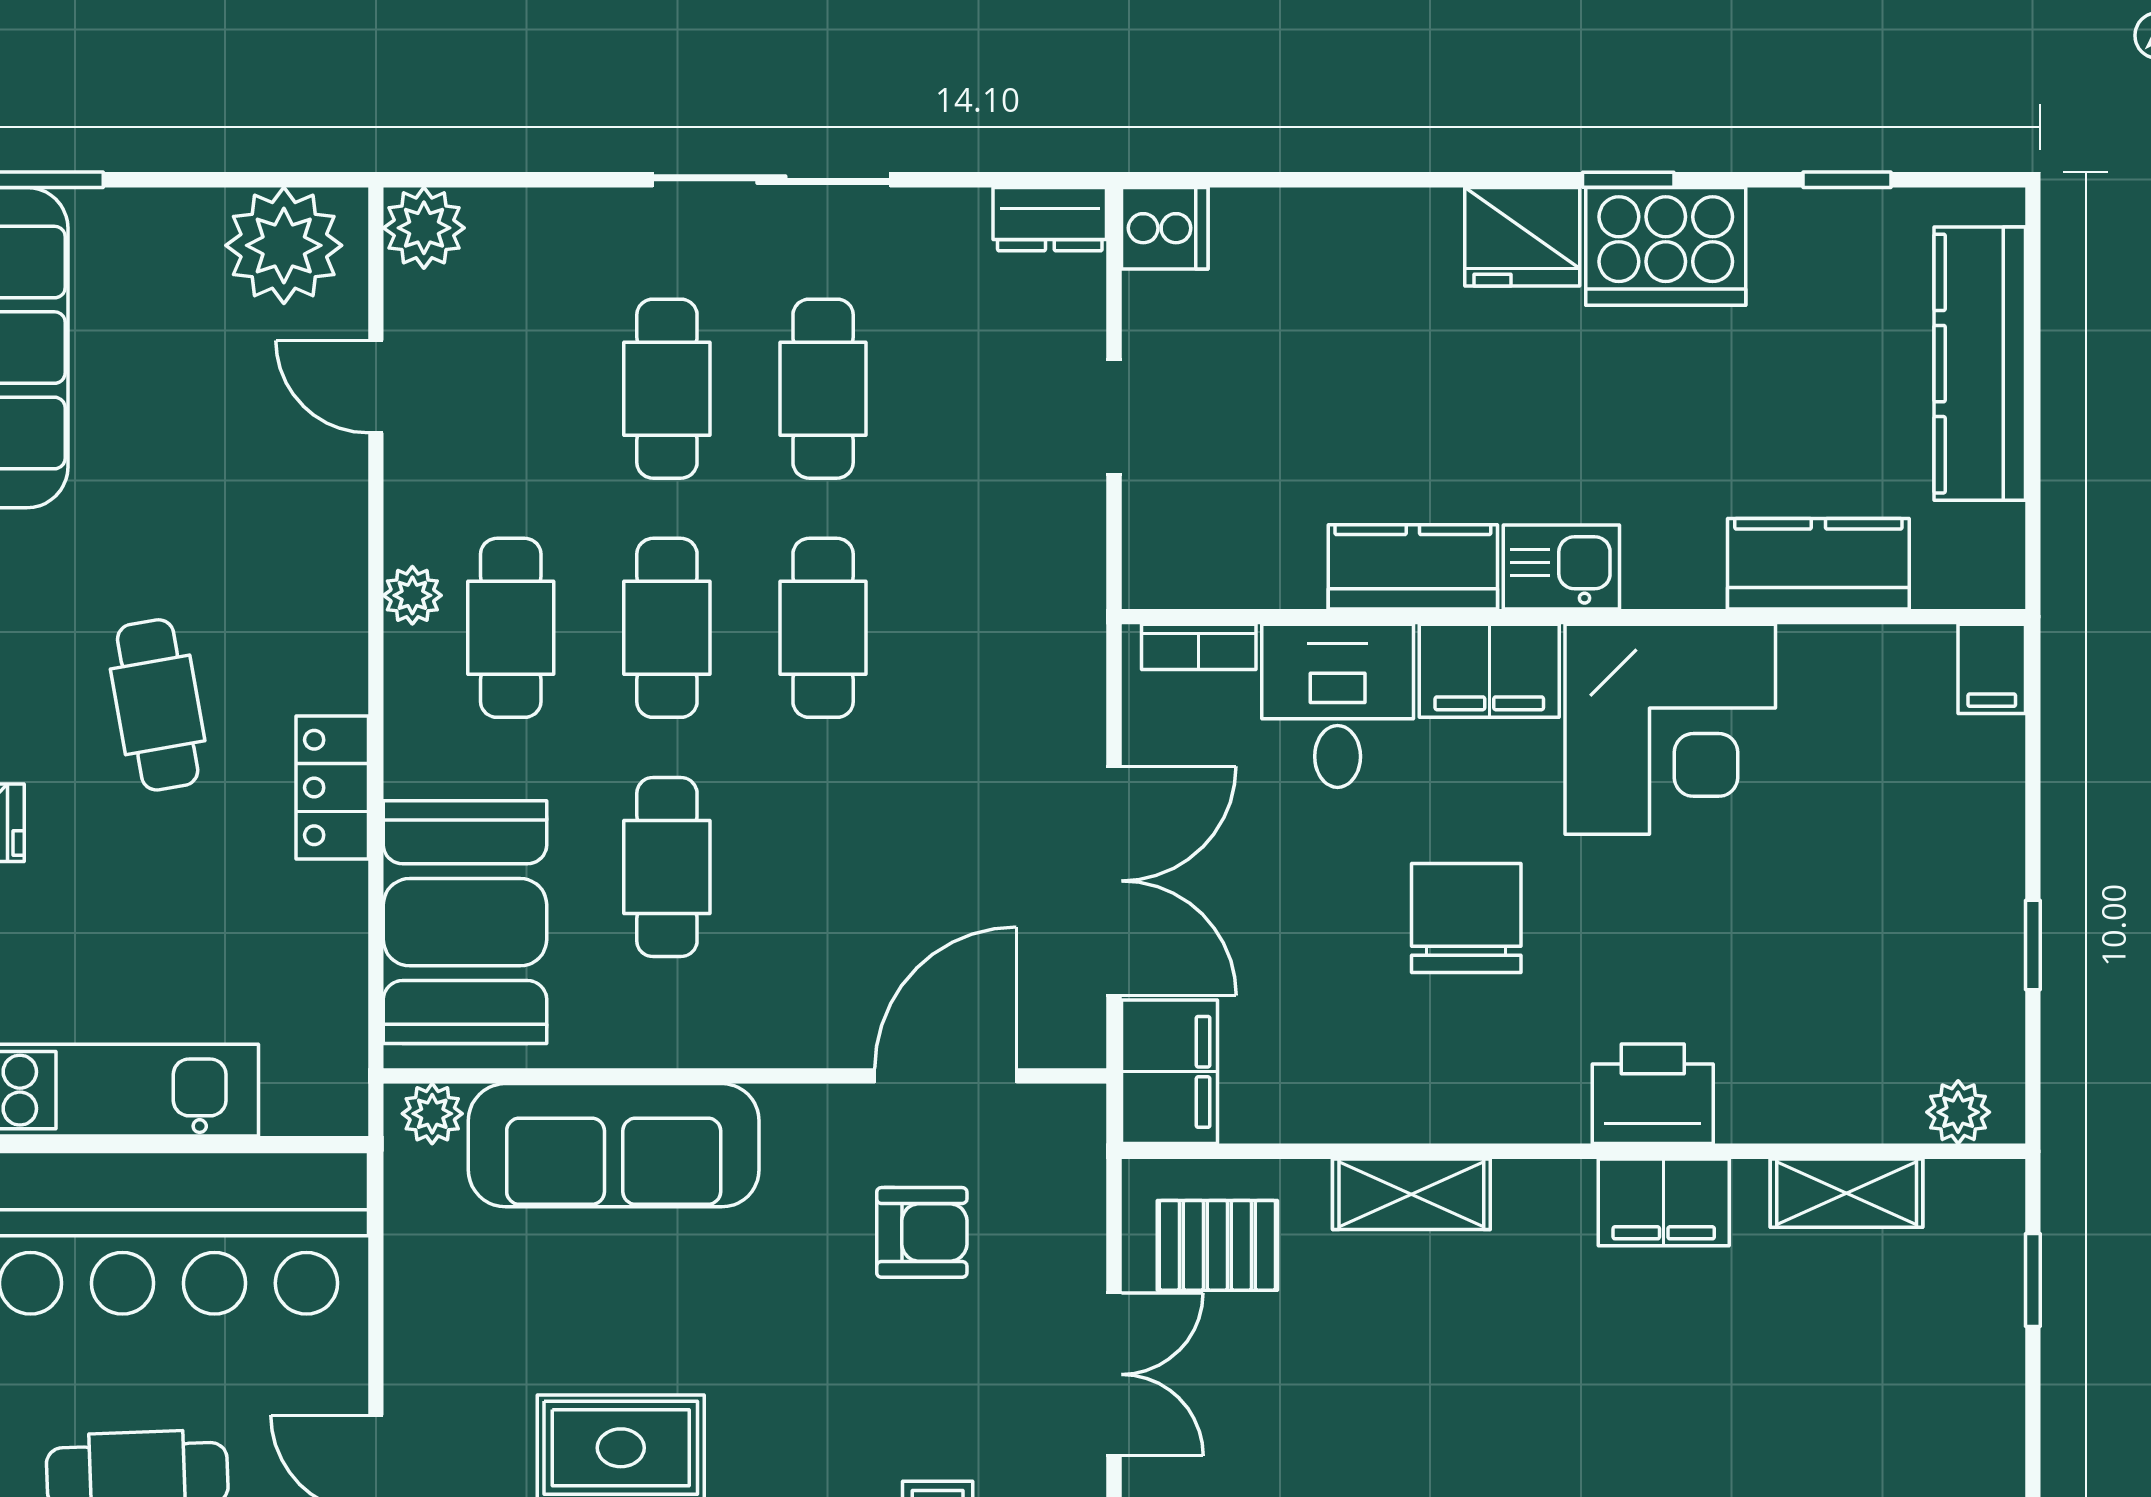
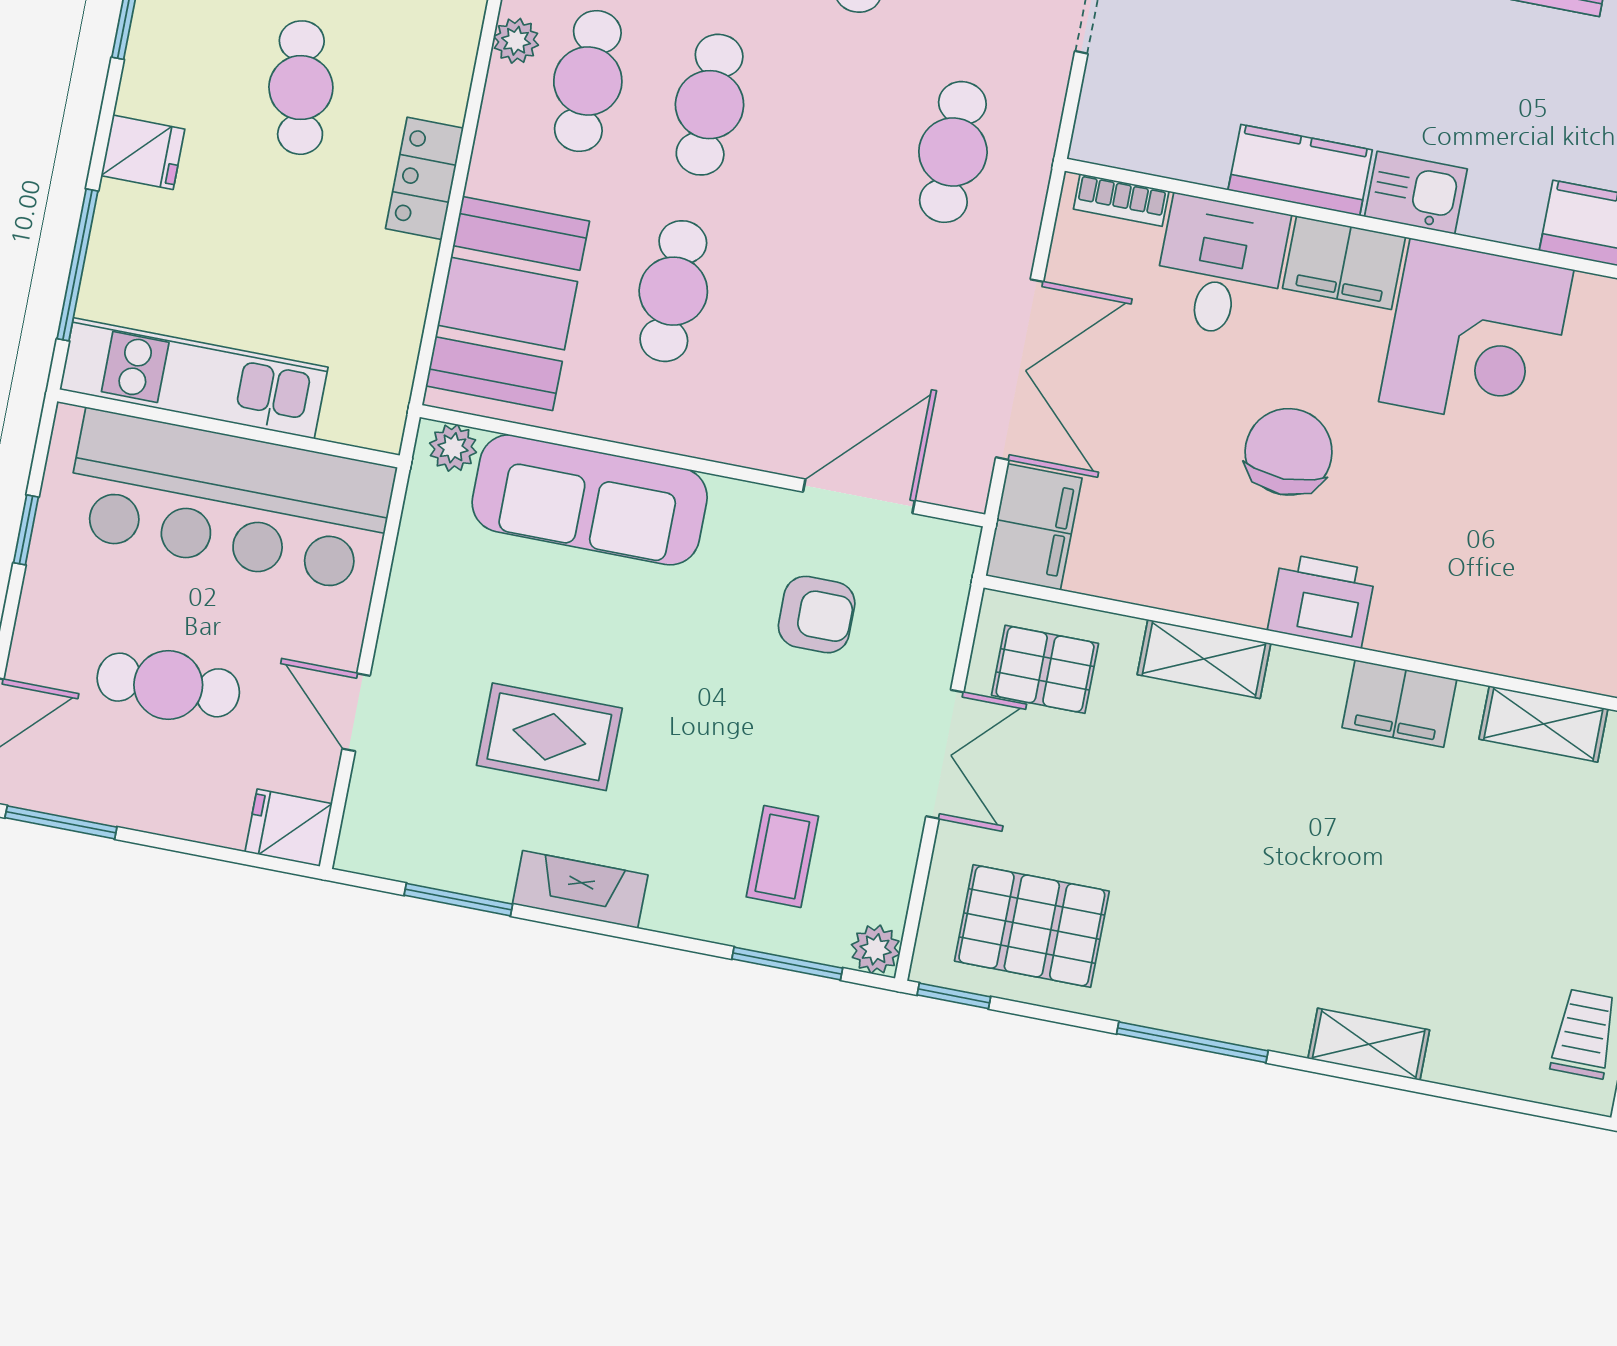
cafe table: (823, 628) -> (953, 152), moved
printer: (1653, 1094) -> (1322, 601), moved

